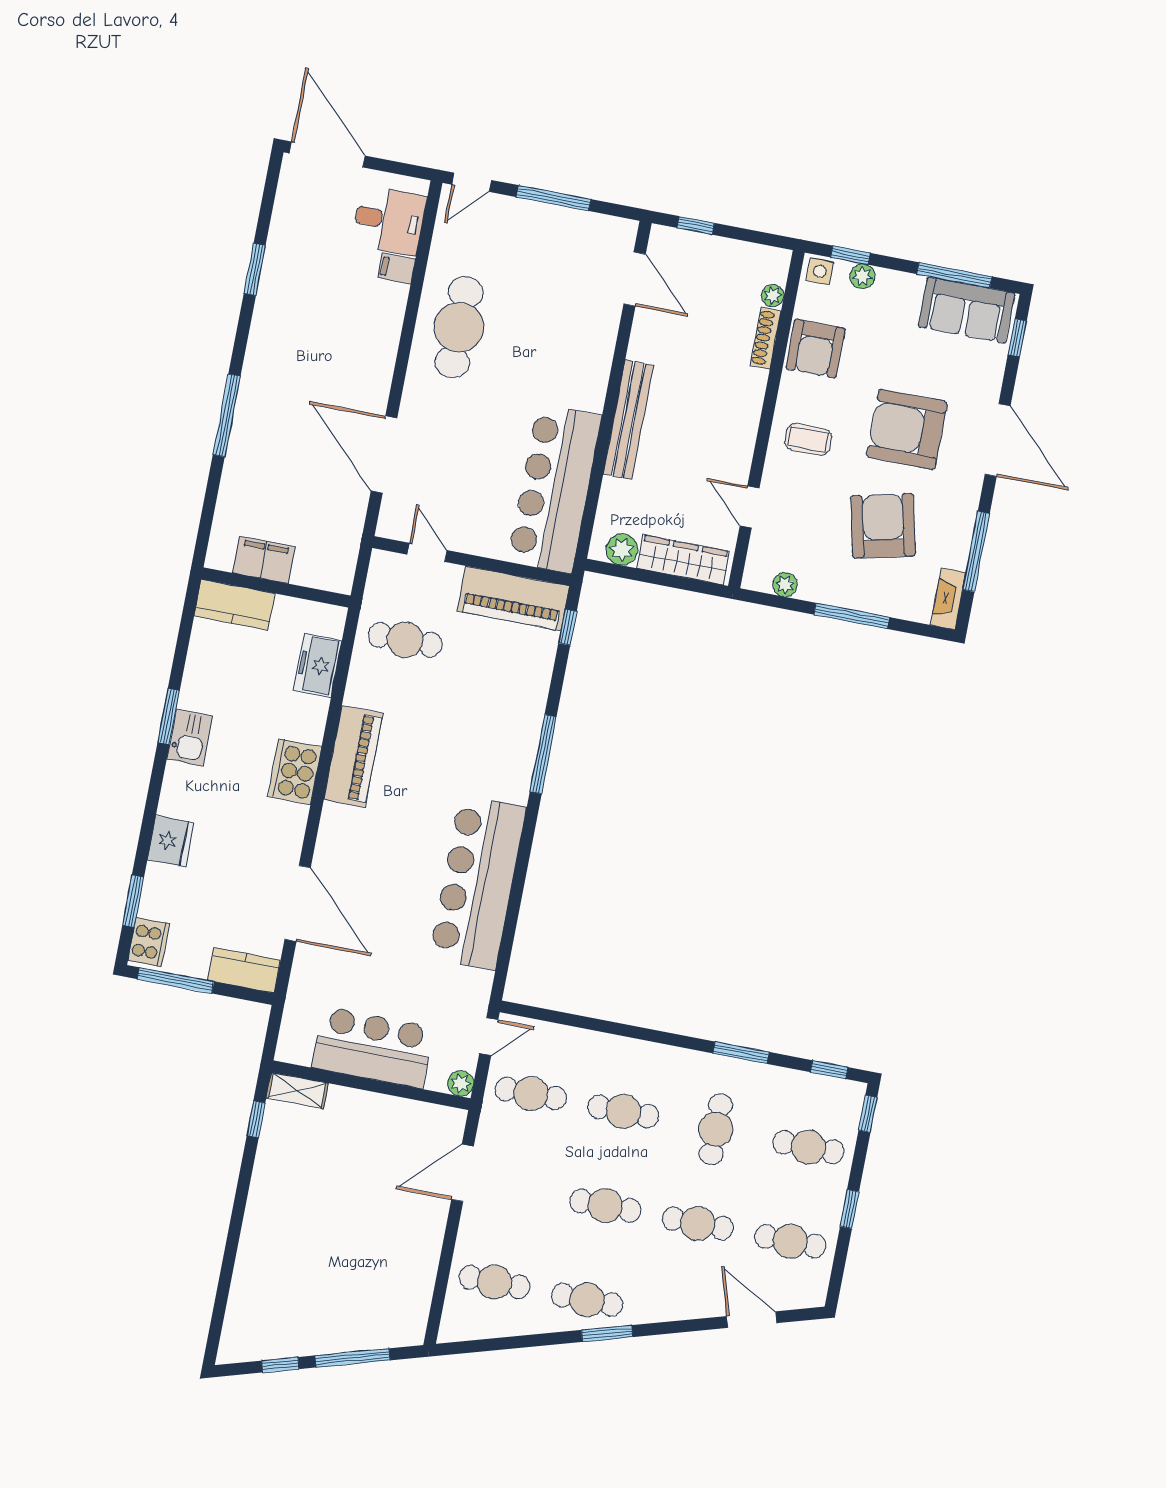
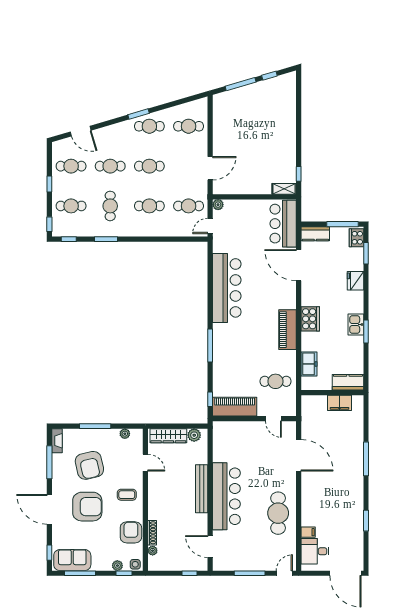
bar counter: (555, 489) -> (226, 496), moved
bar counter: (373, 1047) -> (283, 224), moved, turned 90

